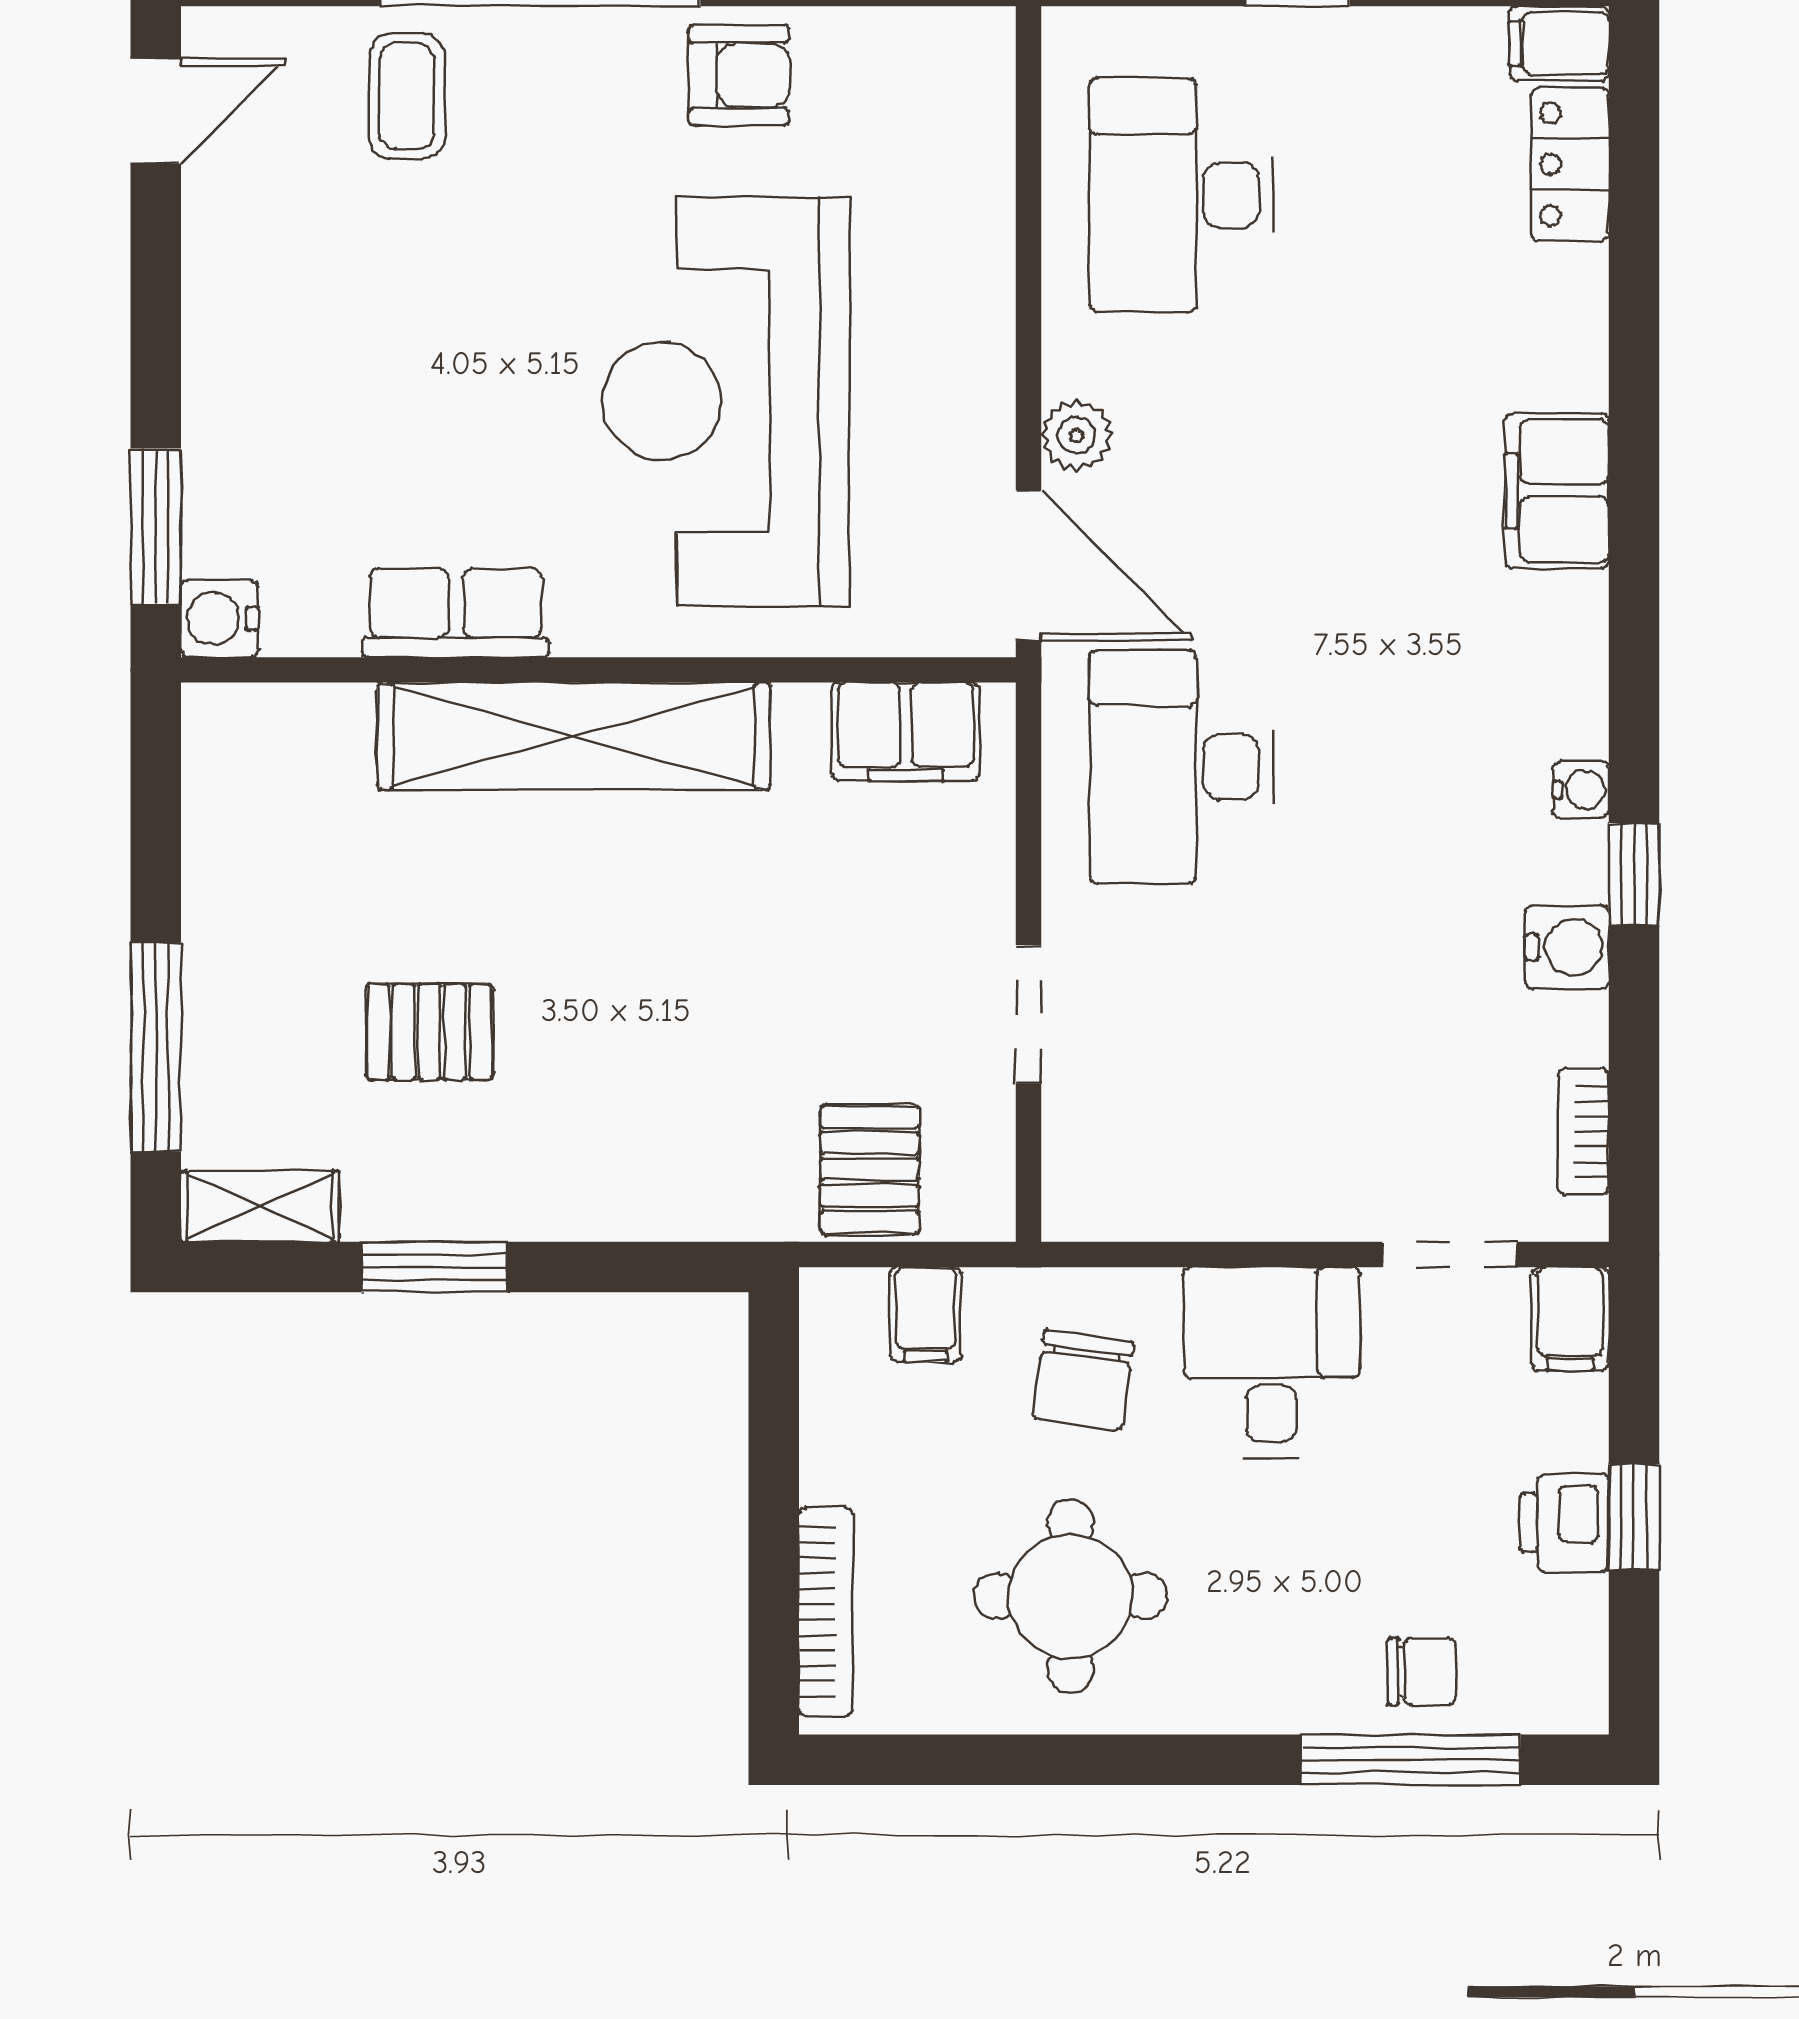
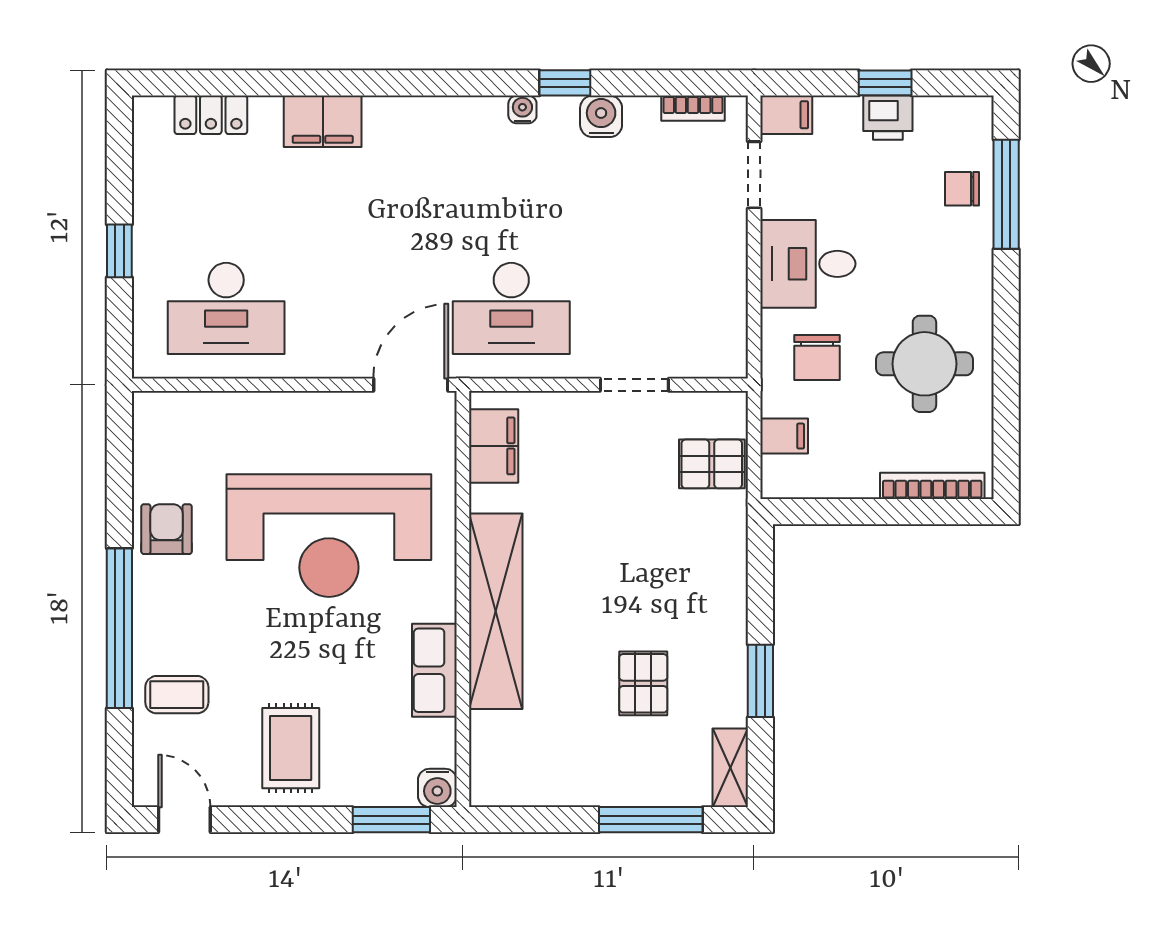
filing cabinet: (1559, 43) -> (151, 120), removed
rug: (300, 324) -> (291, 748), added
plant: (1077, 435) -> (346, 361), removed
filing cabinet: (1557, 491) -> (323, 121), moved
chair: (1083, 1380) -> (817, 357), turned 82
chair: (1422, 1671) -> (962, 189), turned -90

